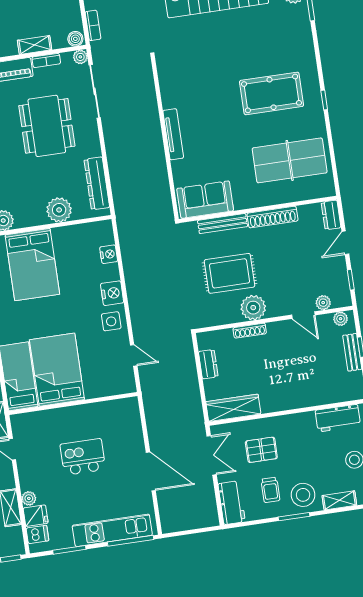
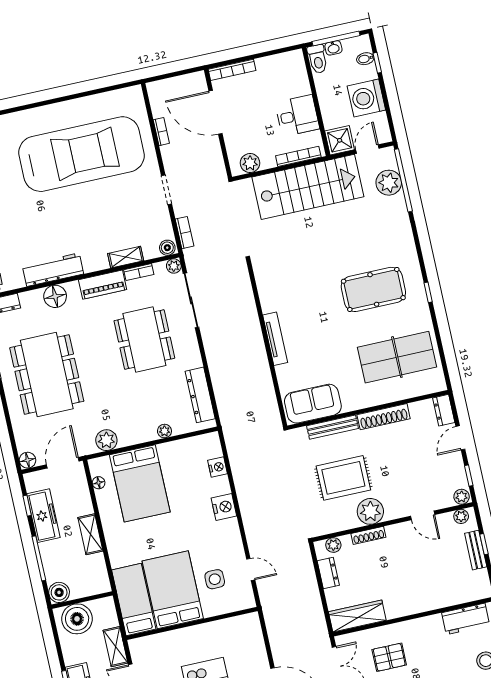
plant: (59, 210) -> (164, 431), width x0.53, depth x0.53
plant: (323, 303) -> (462, 497), moved
side table: (111, 321) -> (215, 579), moved
plant: (215, 338) -> (333, 545), added

